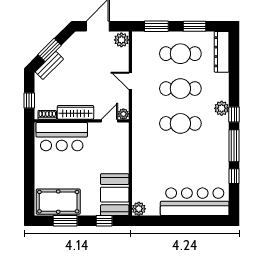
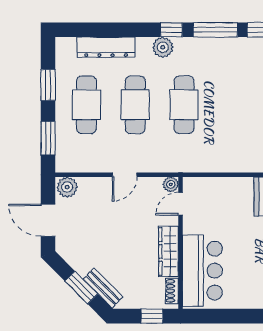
dresser: (222, 52) -> (106, 47), moved
door: (110, 121) -> (180, 204), hinge flipped

